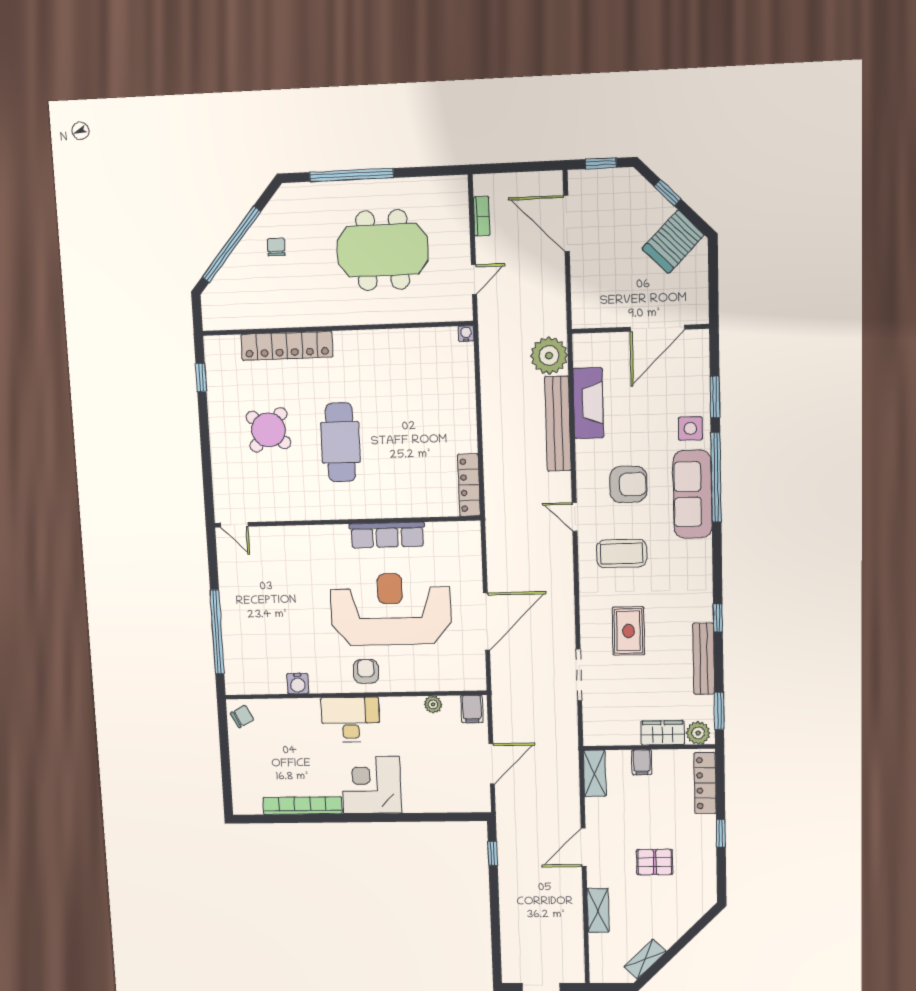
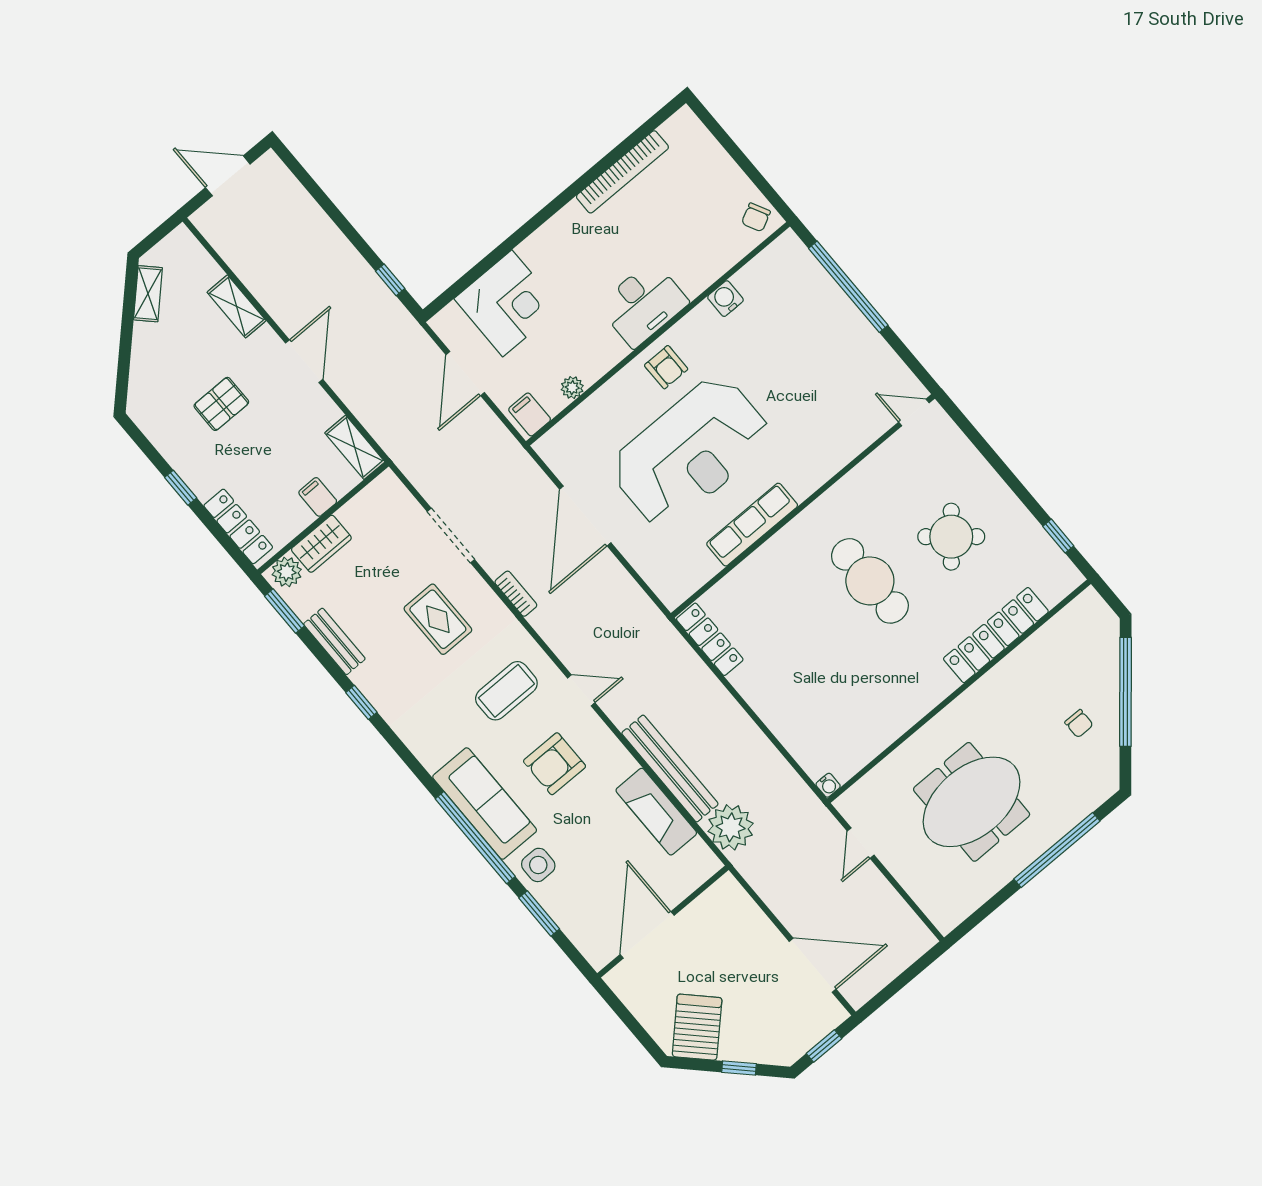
bookcase: (482, 216) -> (516, 594), moved, turned 180
bench: (704, 659) -> (334, 641), width x0.73
corner desk: (371, 785) -> (507, 303), moved

